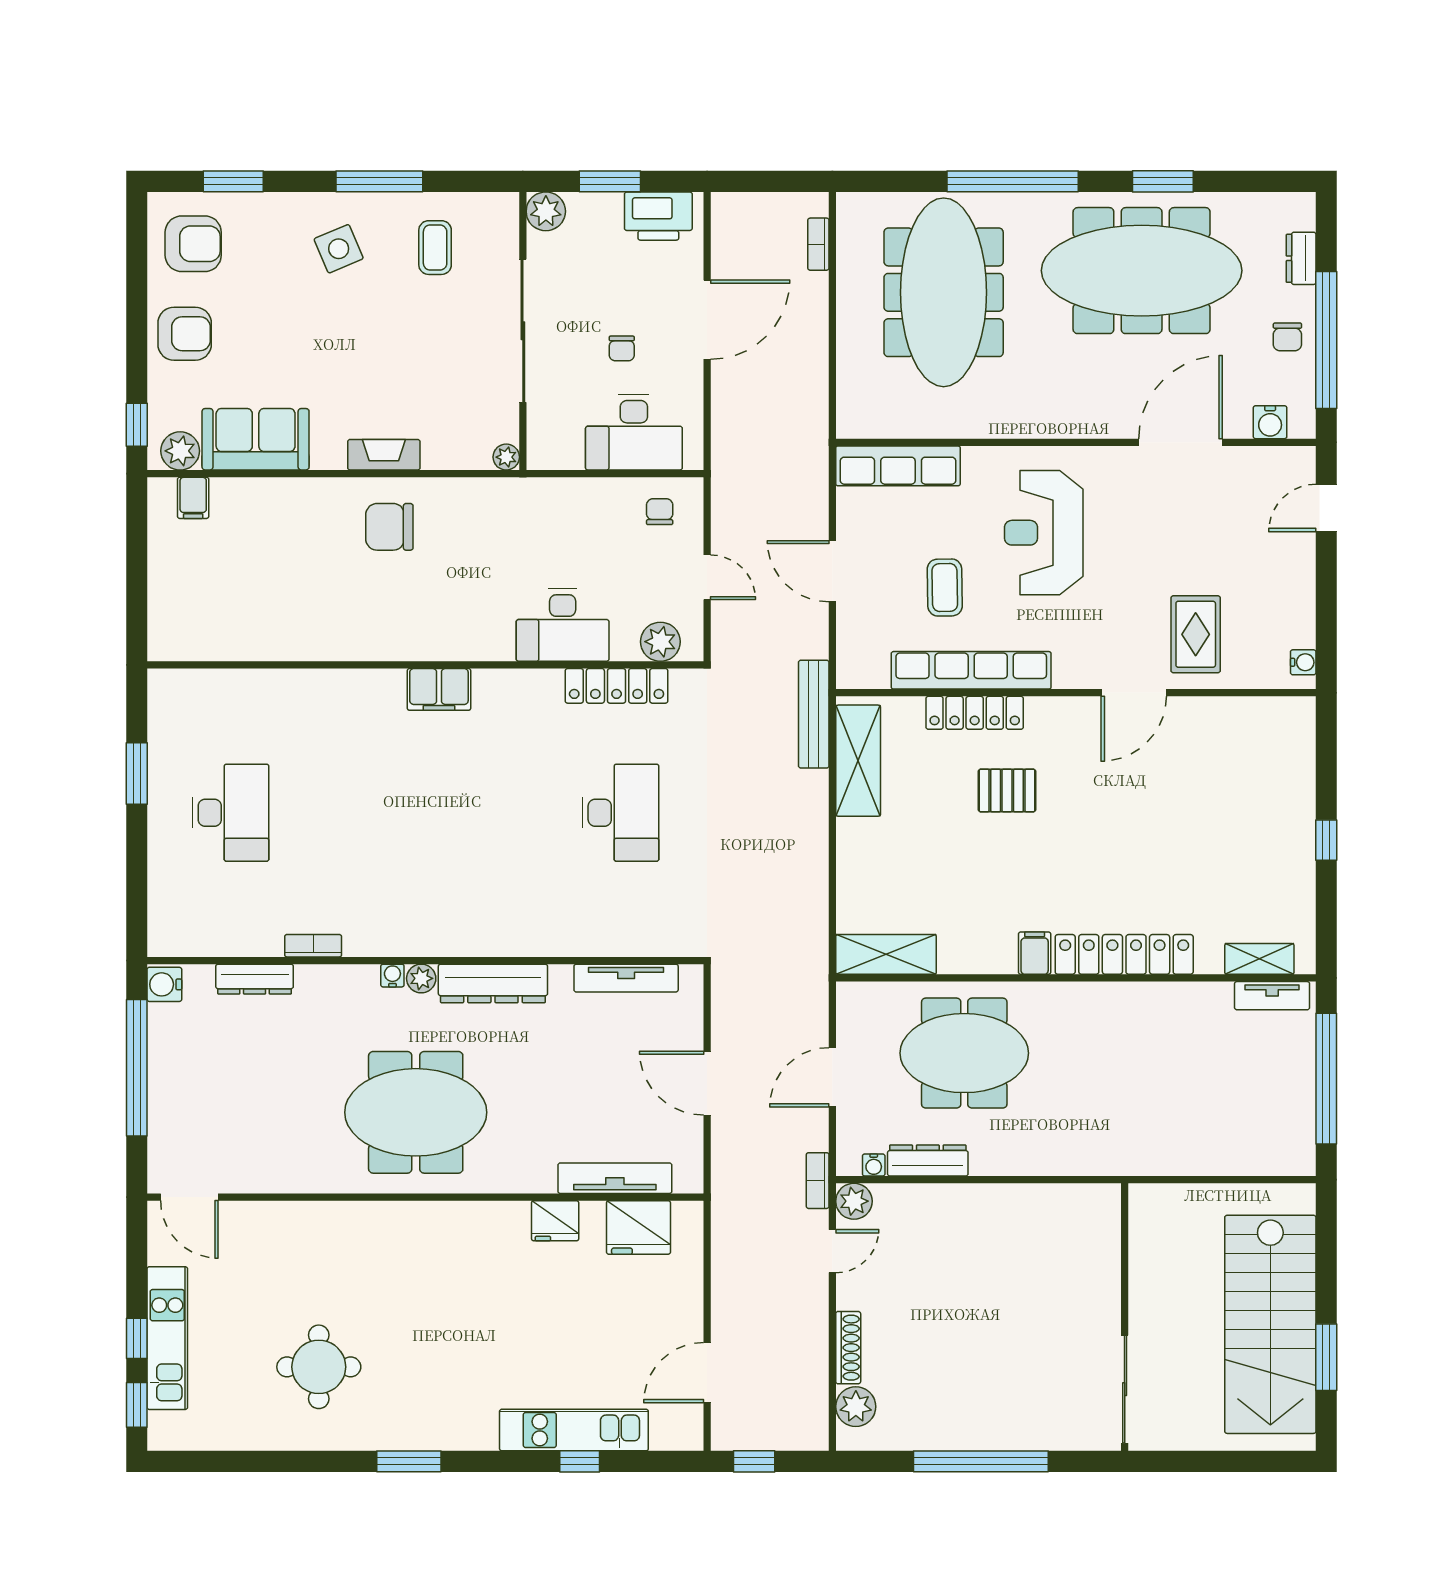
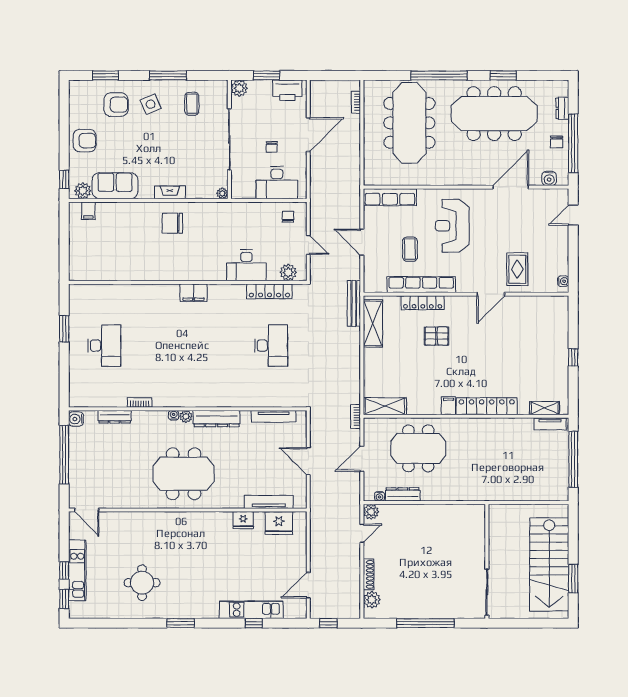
armchair: (193, 244) -> (116, 105), moved
bookcase: (818, 1181) -> (356, 417), moved

